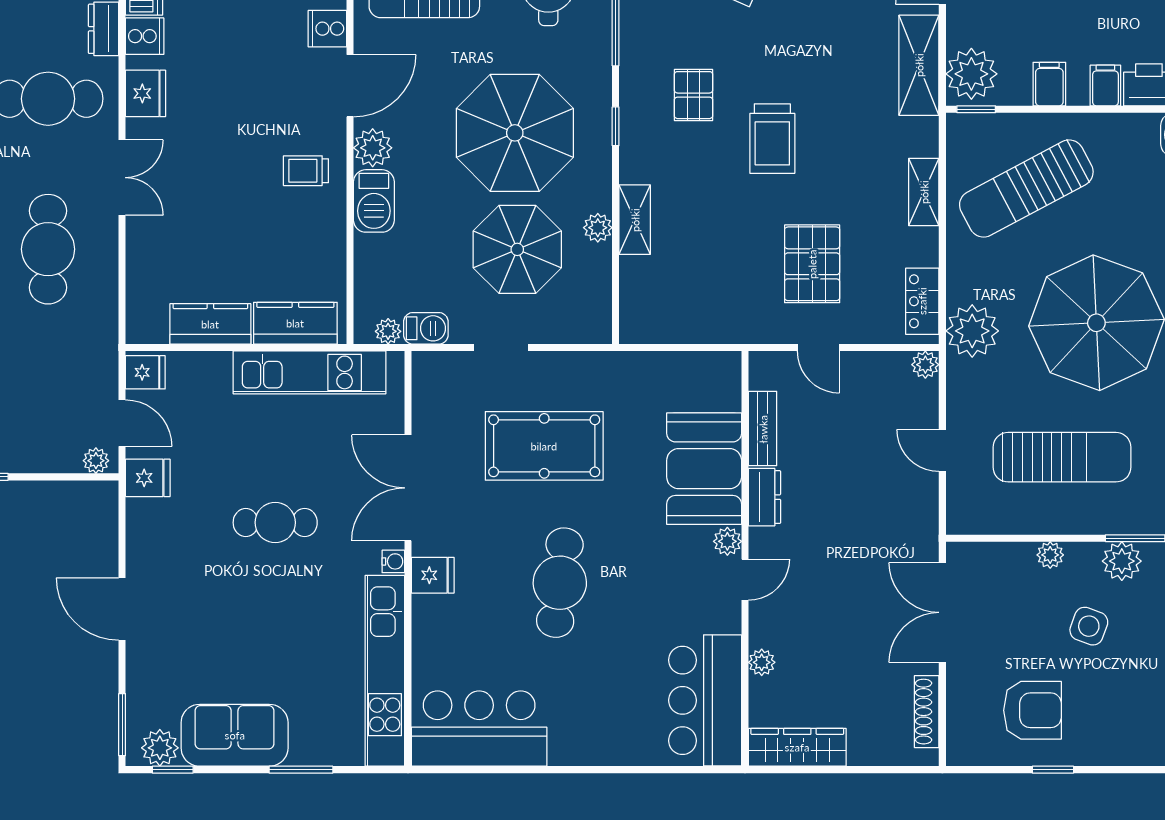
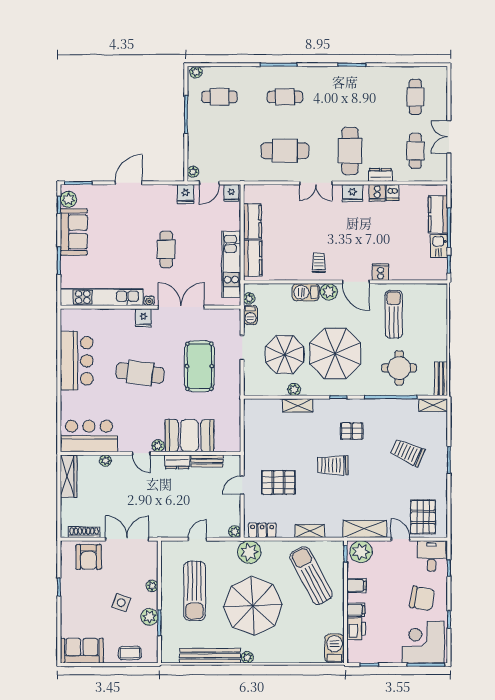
armchair: (1032, 710) -> (89, 557), moved
bar counter: (479, 729) -> (77, 361), moved

